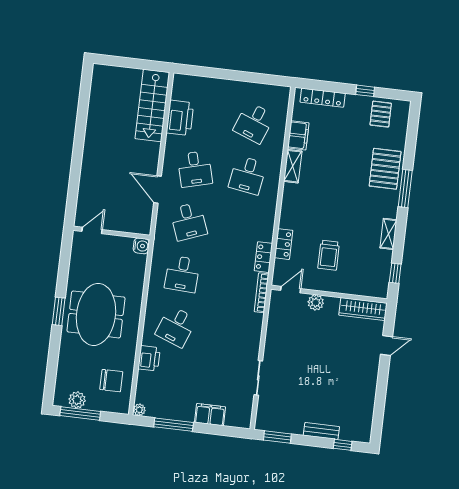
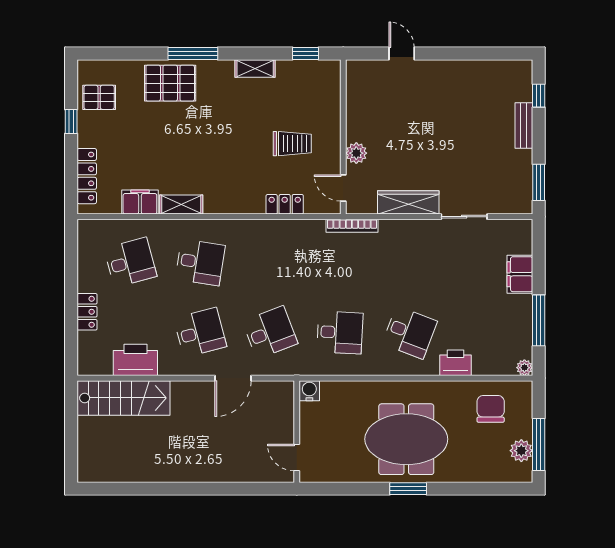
desk: (254, 123) -> (130, 262), turned -36
locker: (263, 257) -> (87, 312), moved, turned -90
wardrobe: (363, 309) -> (408, 202), moved, turned -90

